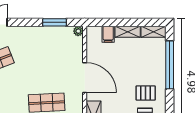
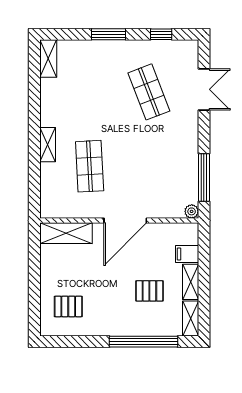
window: (55, 22) -> (204, 178), width x1.44
pallet: (146, 93) -> (149, 291), moved, turned 90

